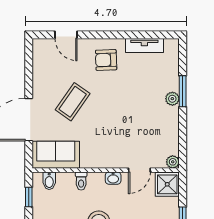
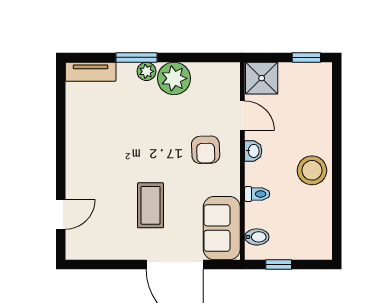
tv unit: (144, 46) -> (91, 72), moved, turned 90
armchair: (106, 60) -> (206, 150), moved
coffee table: (73, 102) -> (151, 205), turned 55
plant: (173, 162) -> (174, 78), moved, width x1.88, depth x1.88

